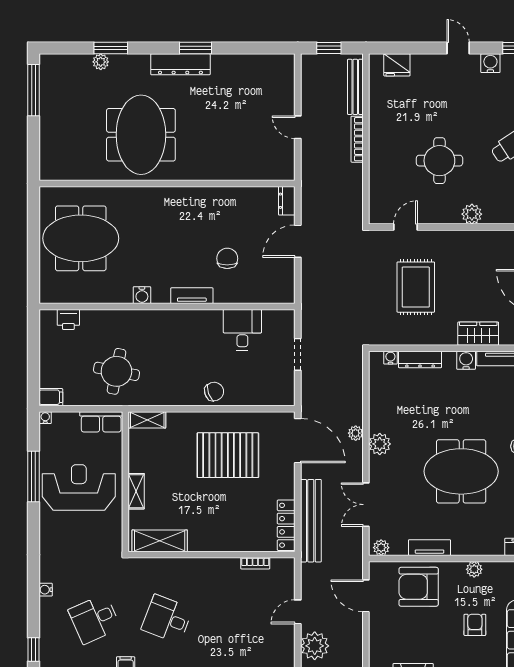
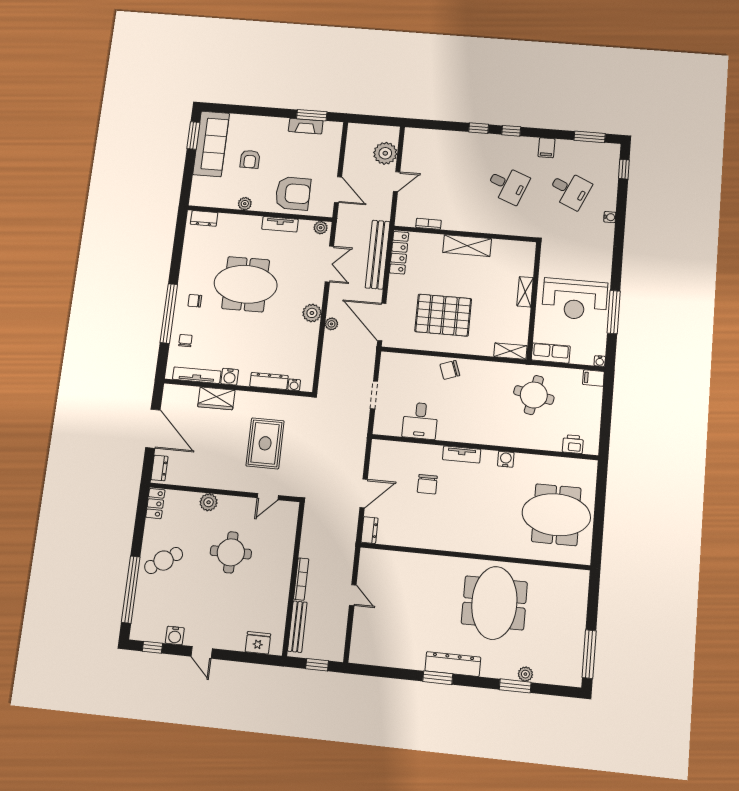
shelving: (160, 541) -> (467, 246), moved
desk: (95, 619) -> (570, 190), turned 48

